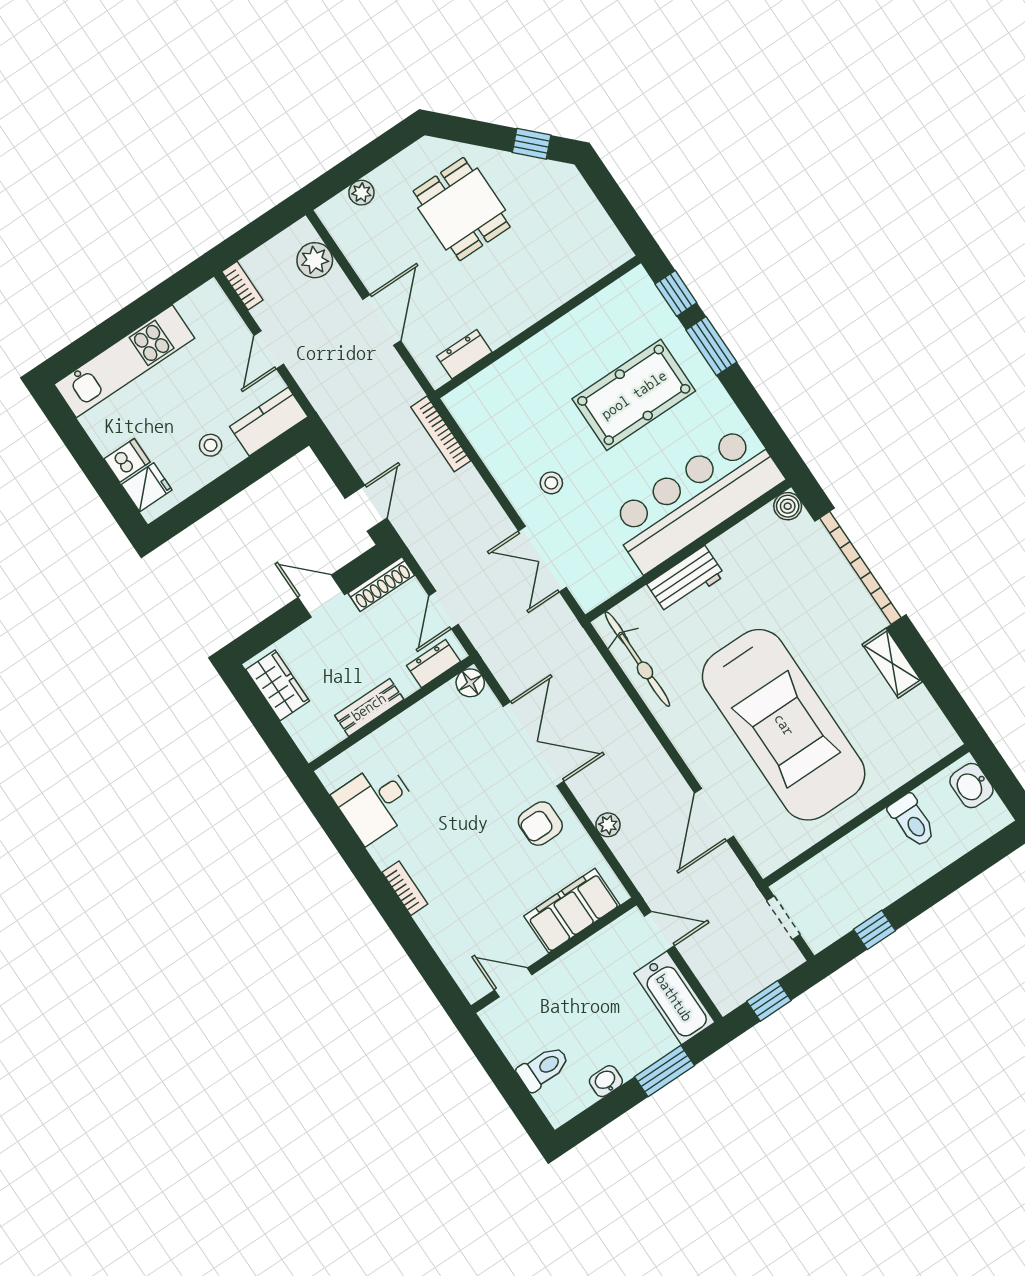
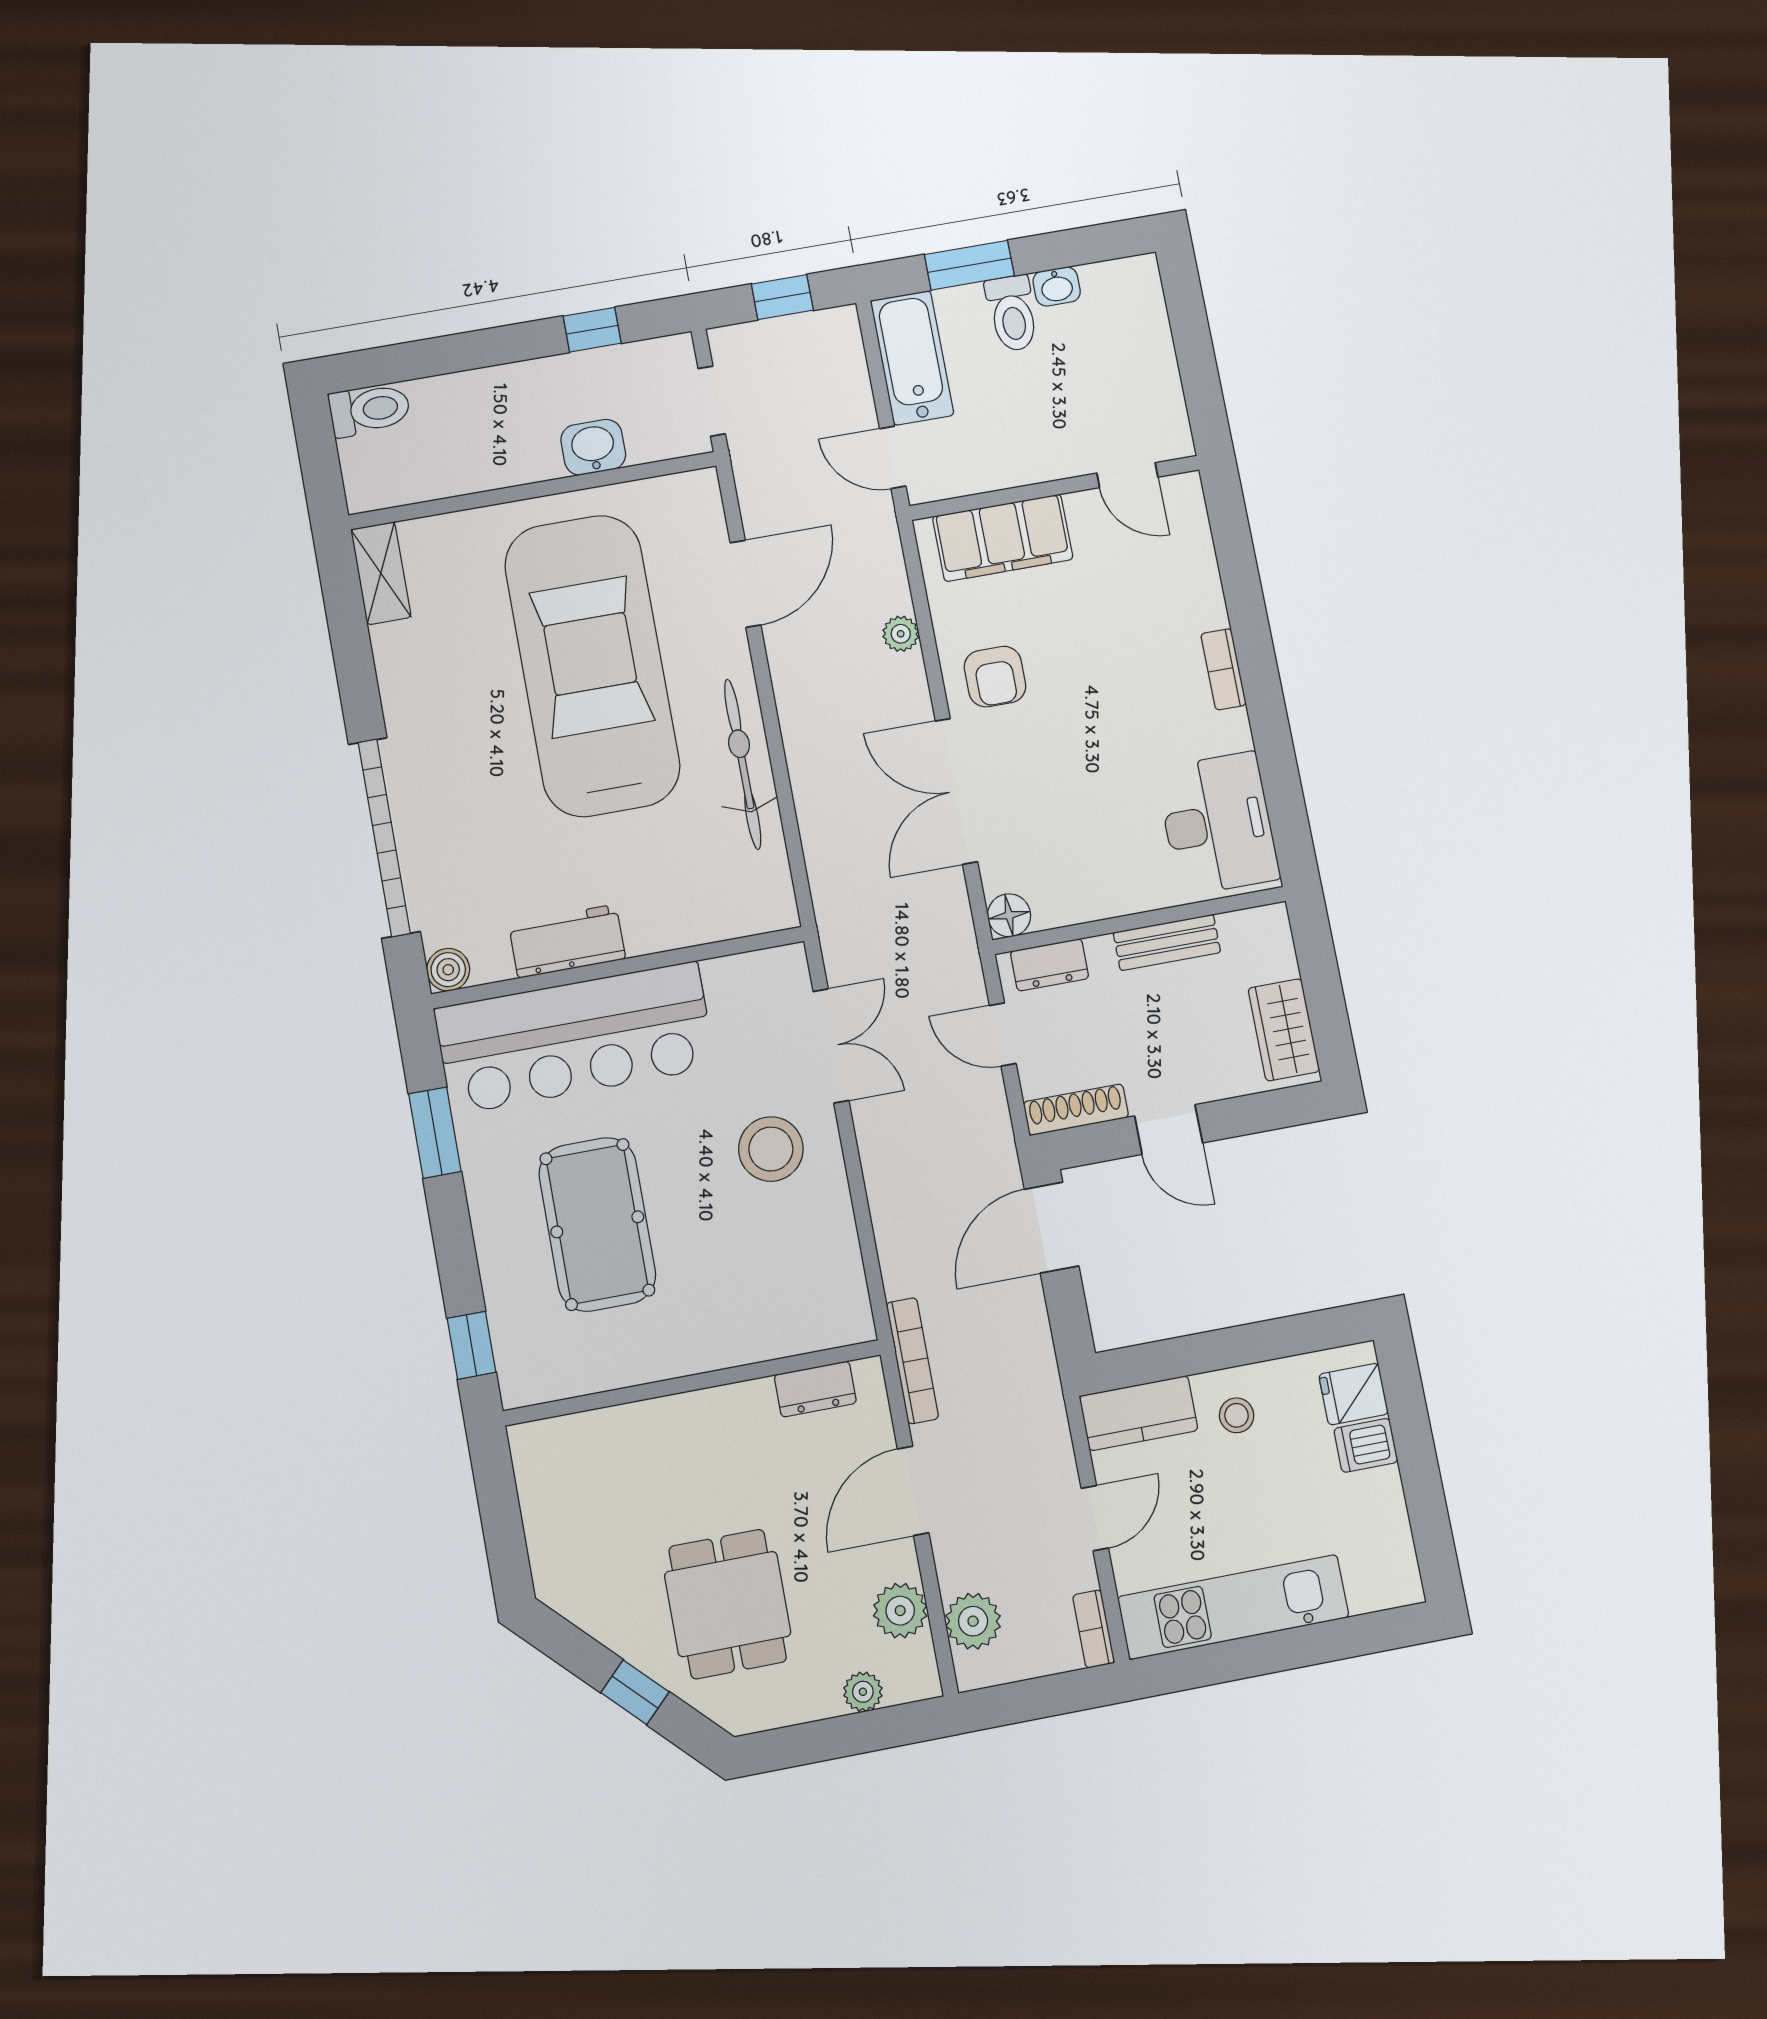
window: (532, 144) -> (635, 1692), moved
plant: (360, 248) -> (900, 1611), added
window: (711, 346) -> (435, 1133), moved
kitchen unit: (124, 361) -> (1233, 1607), moved
pool table: (634, 395) -> (597, 1224), turned 90
bookcase: (441, 434) -> (912, 1361), moved
stool: (551, 483) -> (771, 1149), width x1.89, depth x1.89
door: (366, 508) -> (1052, 1228), width x1.38
workbench: (686, 580) -> (567, 941), moved
door: (444, 610) -> (1003, 1034), swing flipped
bicycle: (637, 659) -> (743, 764), moved
shelving: (892, 663) -> (381, 573), moved
washbasin: (971, 786) -> (593, 447), moved, turned -90
desk: (375, 802) -> (1218, 824), width x1.37
toilet: (912, 821) -> (370, 410), moved, turned 90
armchair: (540, 824) -> (995, 677), turned 90
toilet: (543, 1068) -> (1012, 313), moved, turned -90

